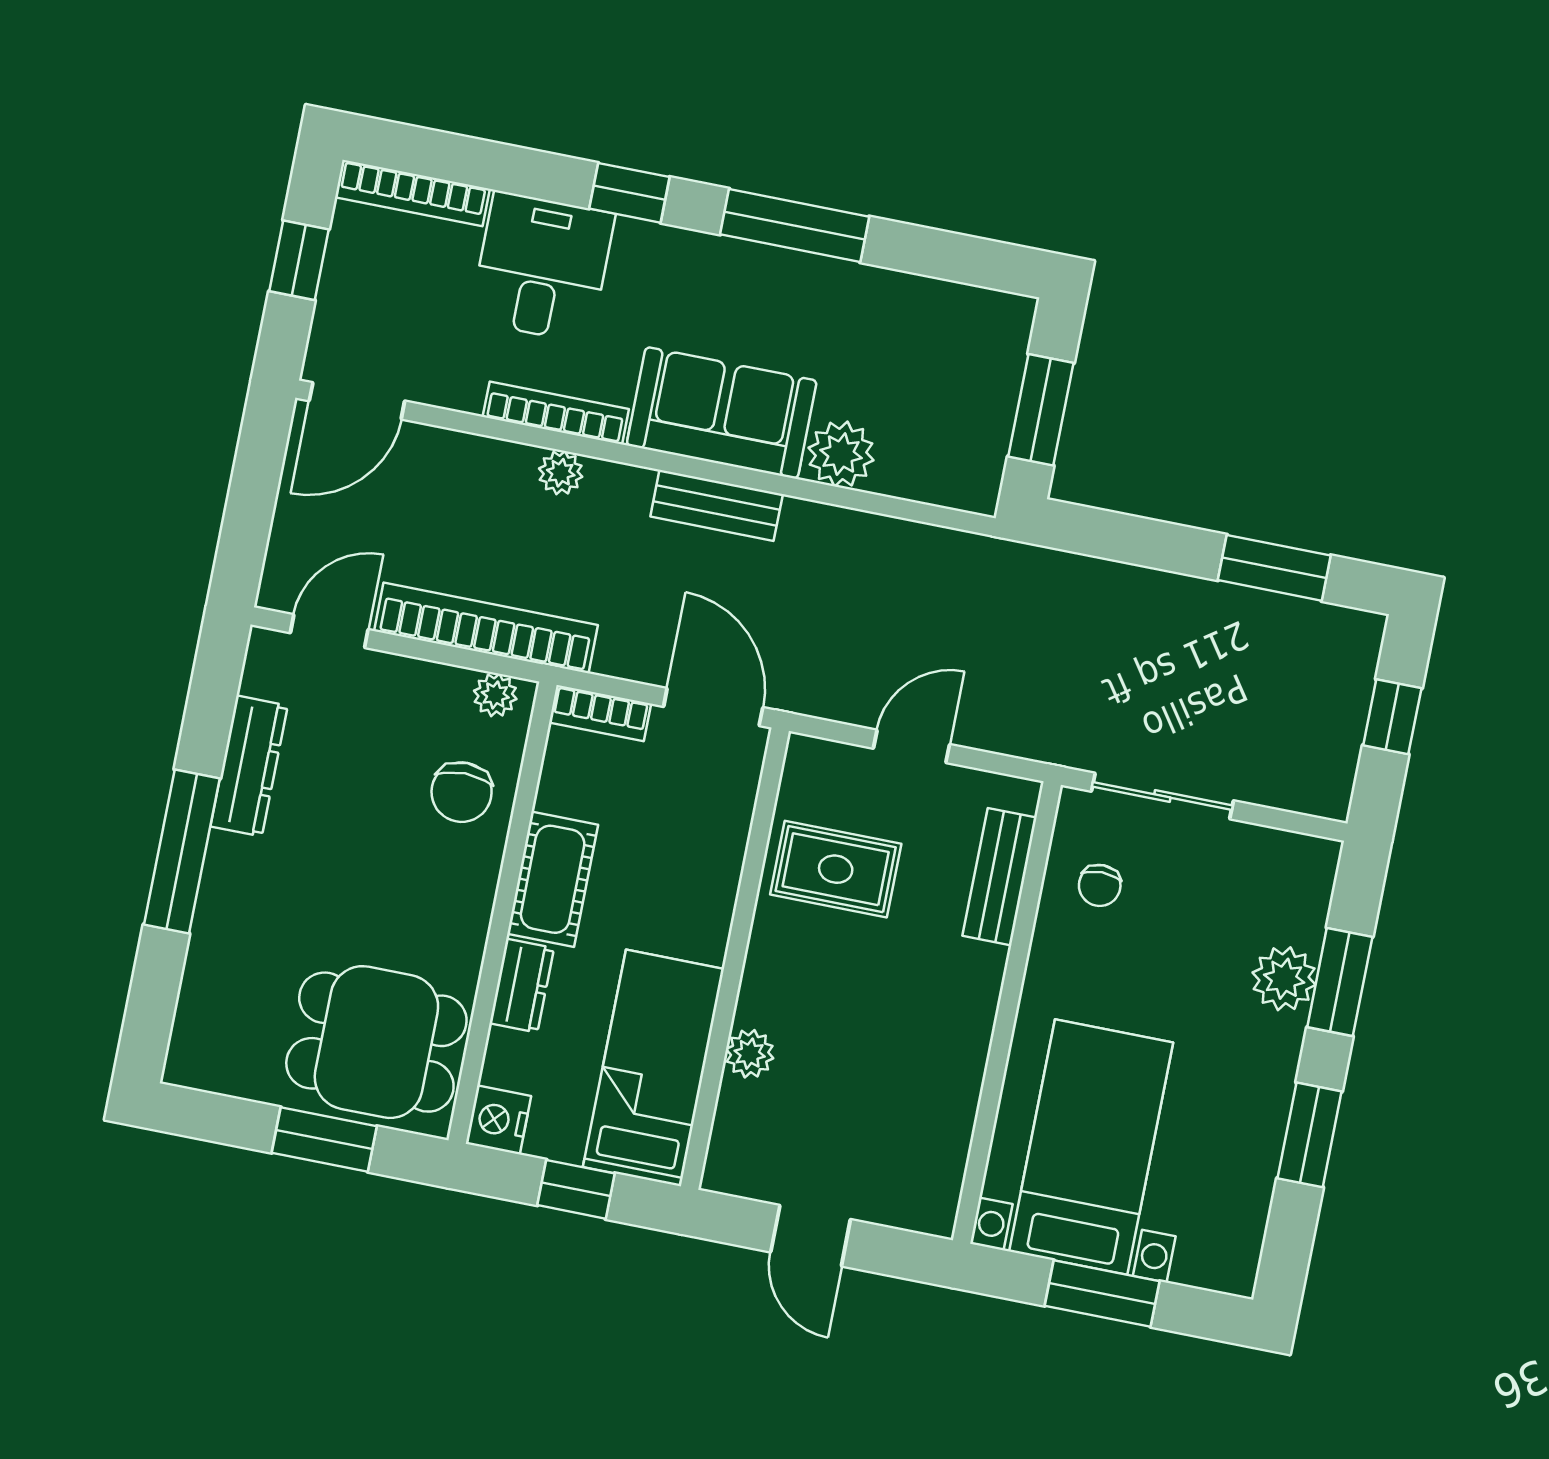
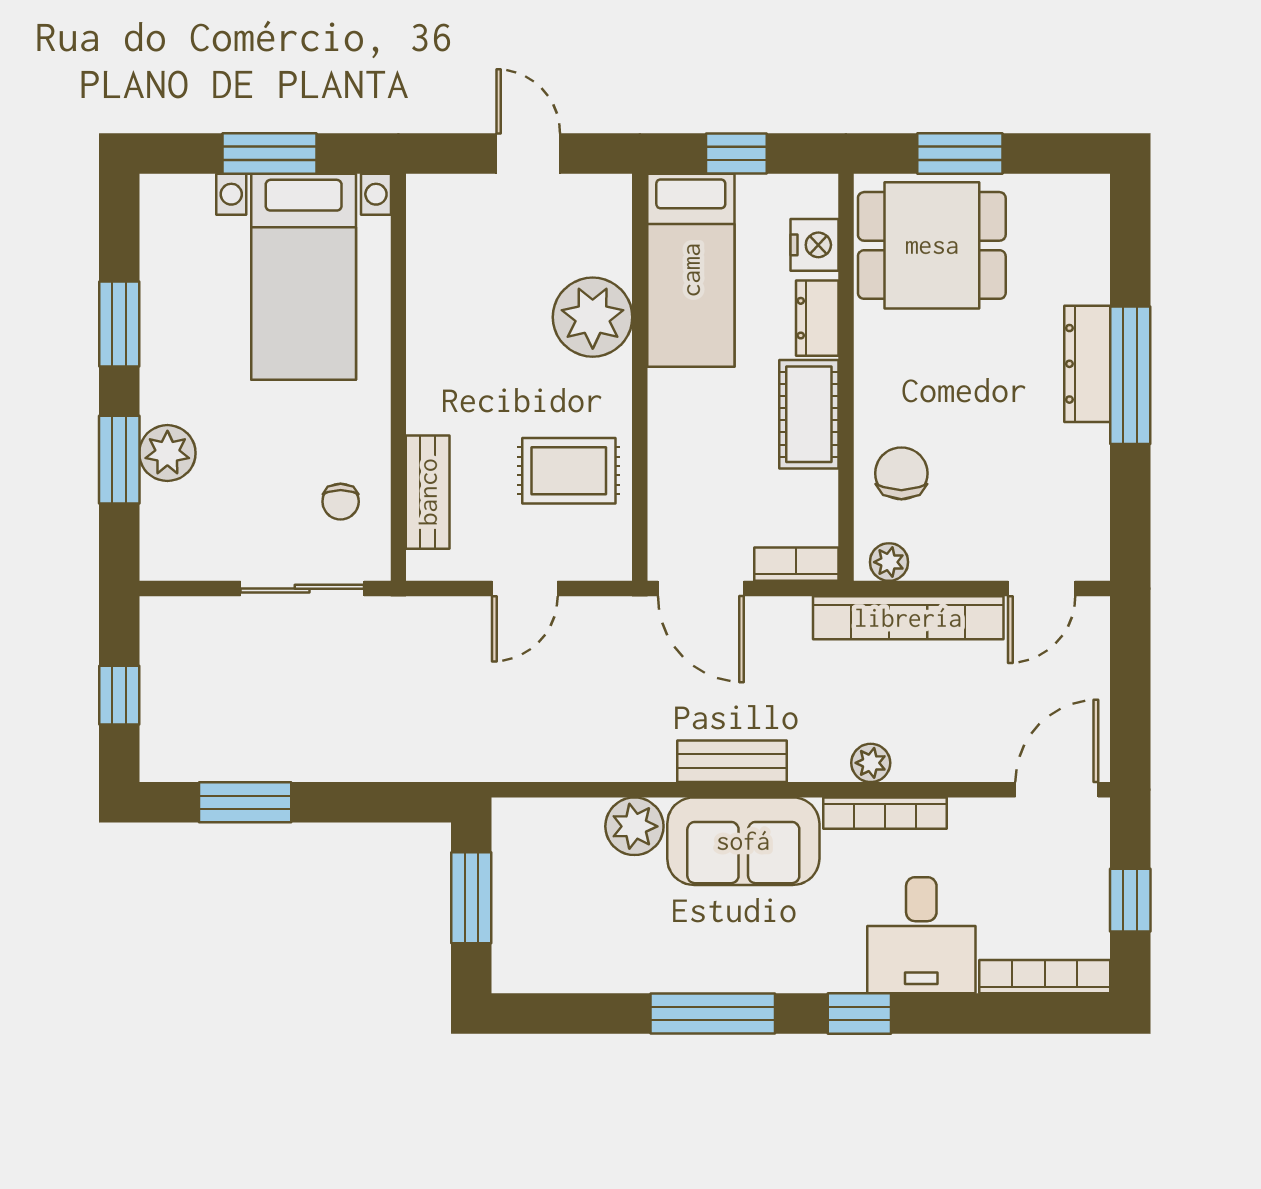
dresser: (249, 766) -> (1087, 364), moved
chair: (1100, 885) -> (341, 502), turned 180
plant: (750, 1054) -> (593, 317), width x1.88, depth x1.88
nightstand: (498, 1120) -> (815, 245), moved

